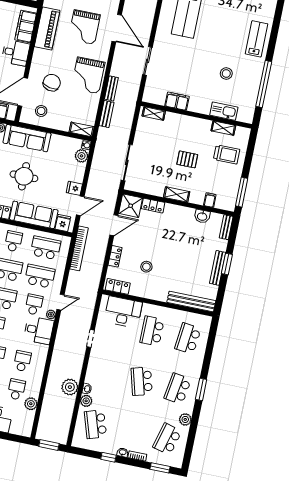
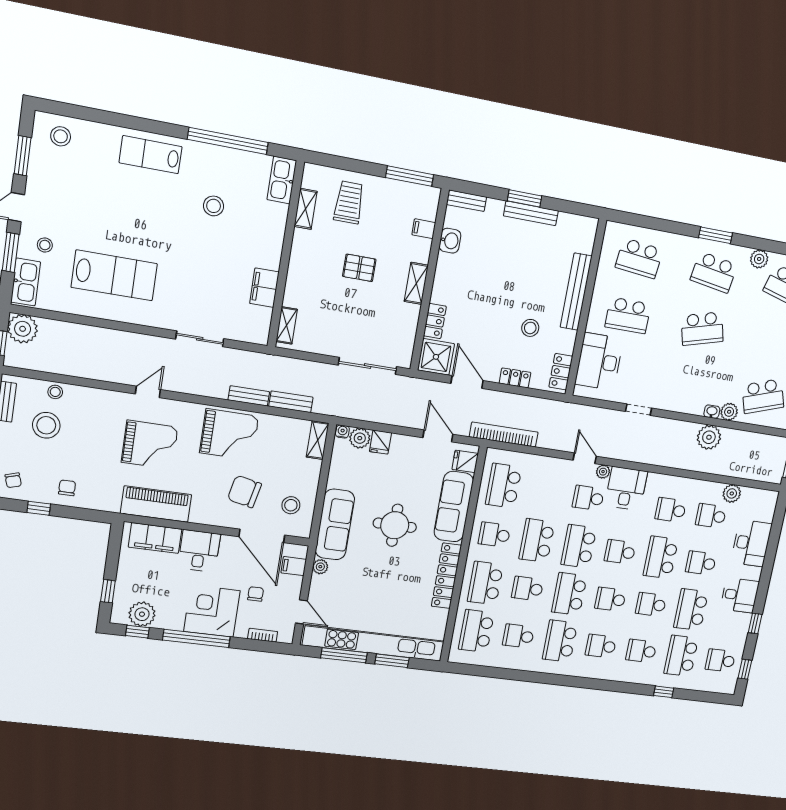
door: (117, 28) -> (148, 392), width x0.53
kitchen sink: (224, 111) -> (282, 180), moved
pallet: (187, 159) -> (359, 268), turned 90
fridge: (74, 188) -> (380, 442), moved
school desk: (40, 276) -> (546, 492), removed
bench: (191, 302) -> (576, 292), moved

